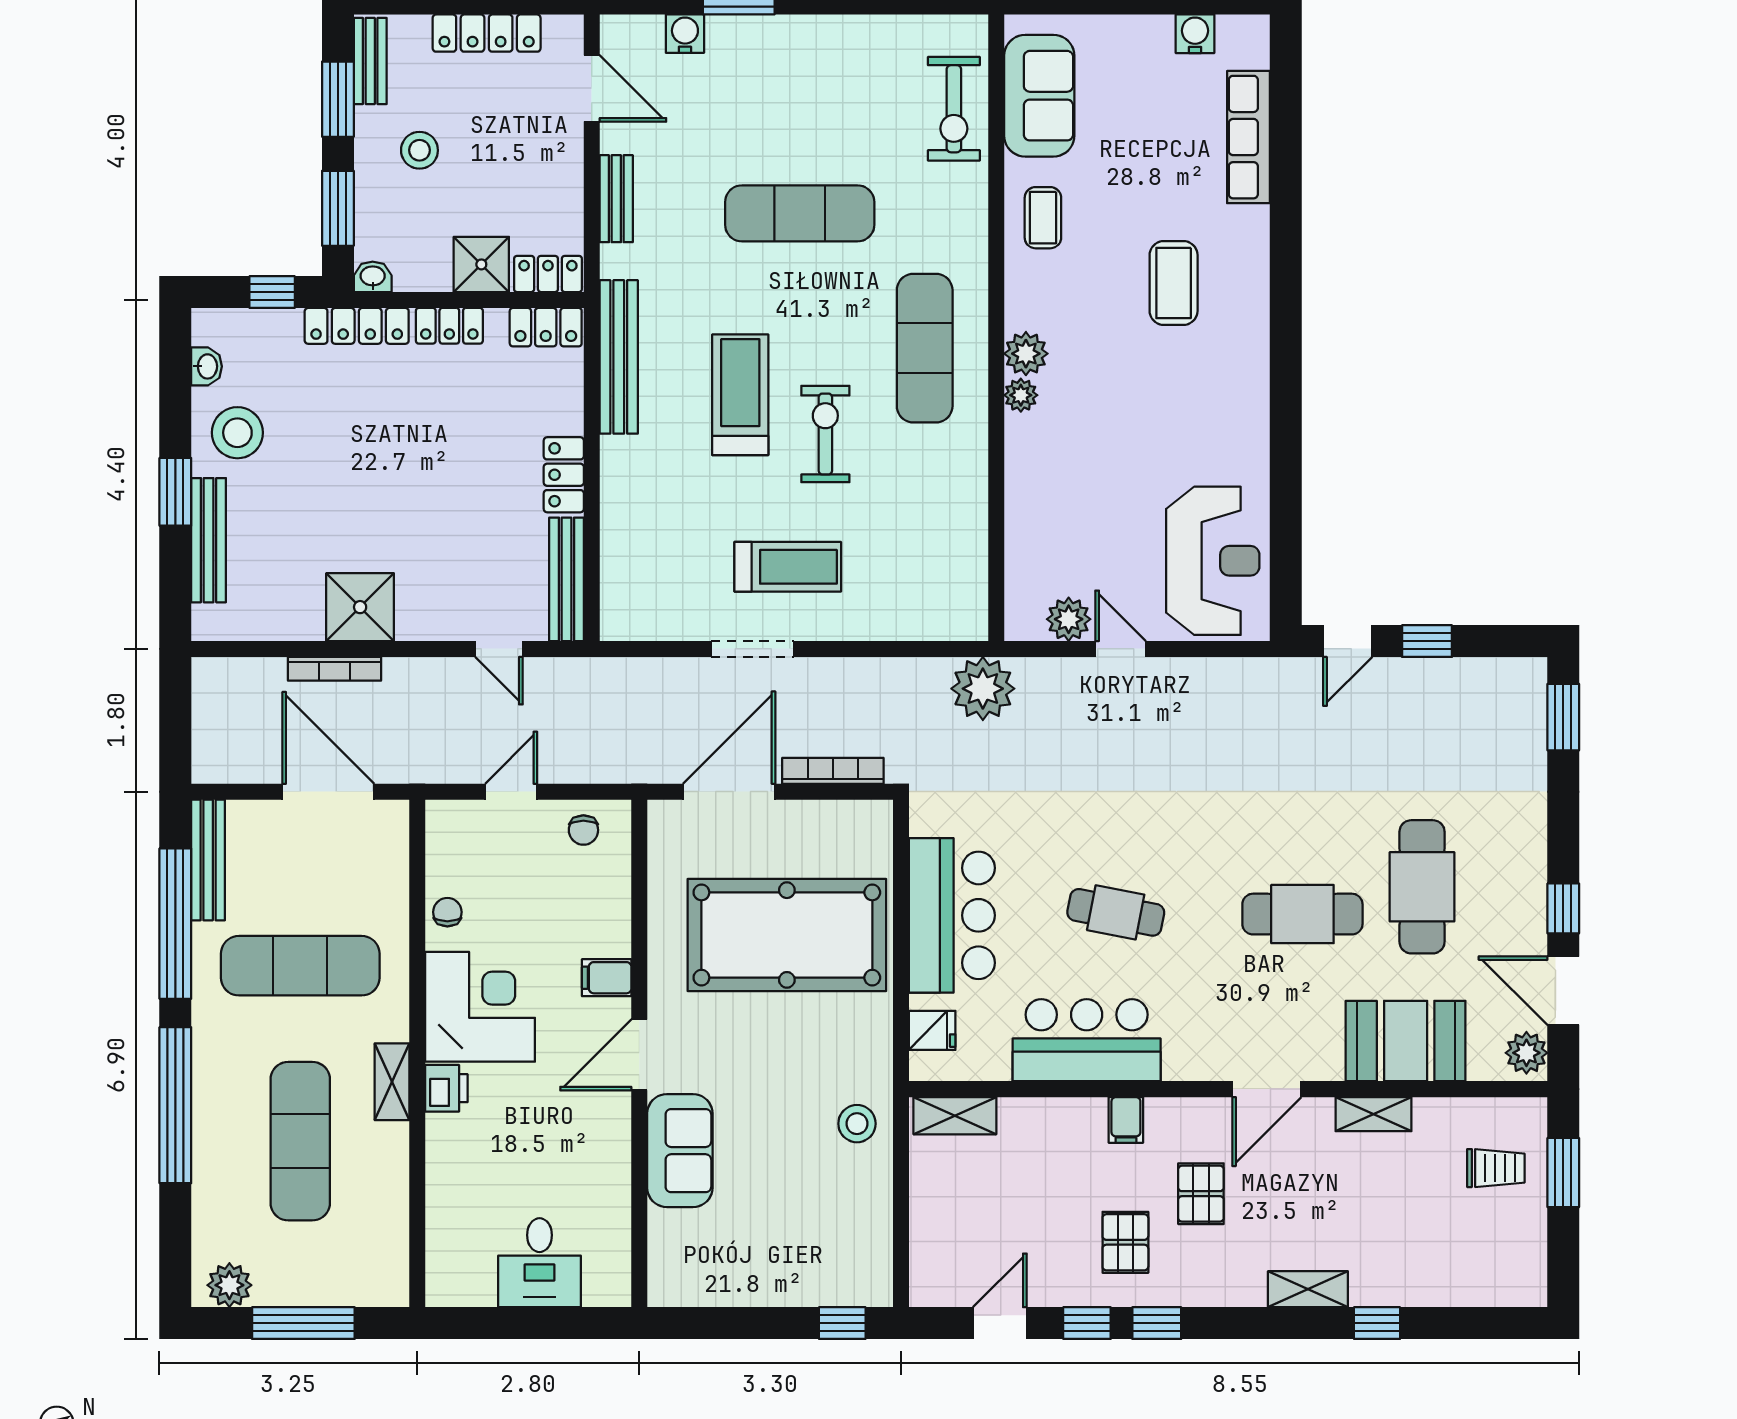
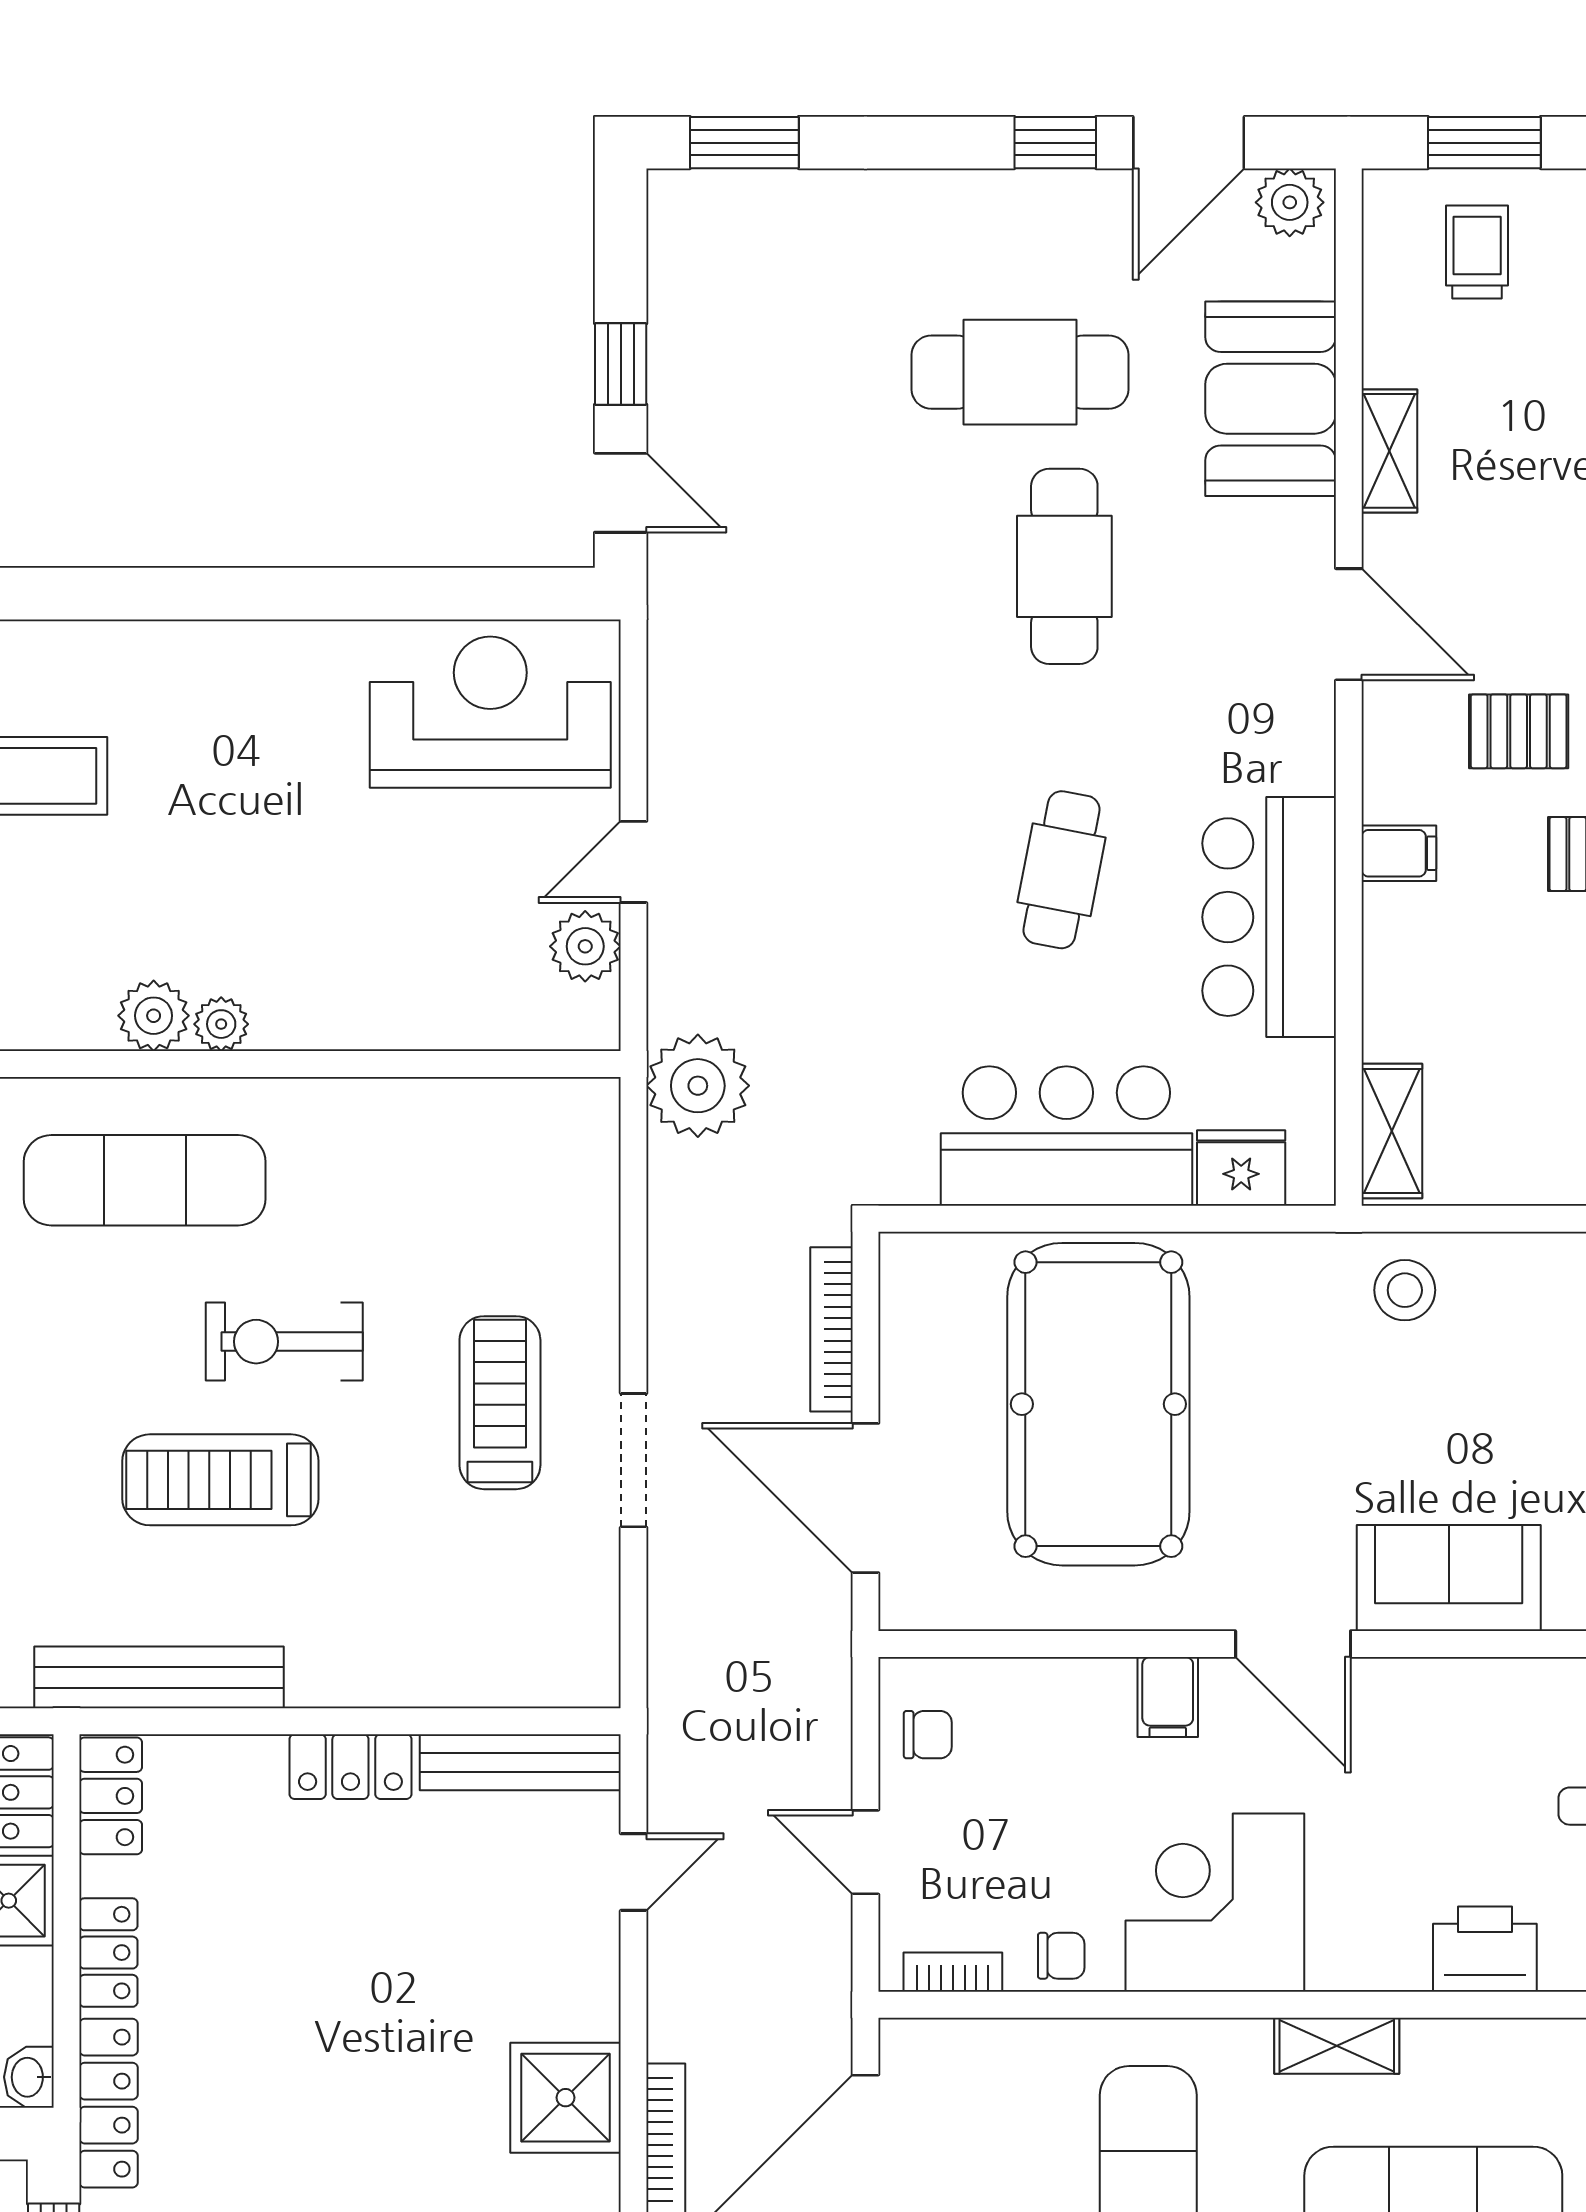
bookcase: (437, 845) -> (953, 1972), added
chair: (447, 912) -> (1061, 1956), turned 180
fridge: (932, 1030) -> (1241, 1168), width x1.38
printer: (446, 1088) -> (1485, 1949), moved, width x1.36, depth x1.24

